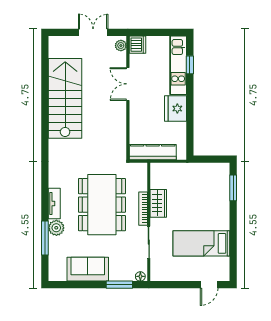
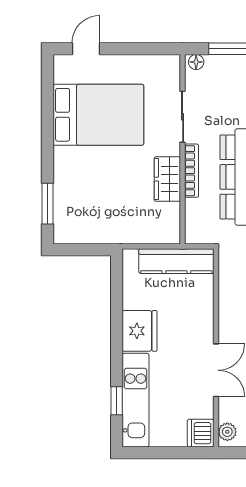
bed: (201, 243) -> (98, 115), width x1.50

